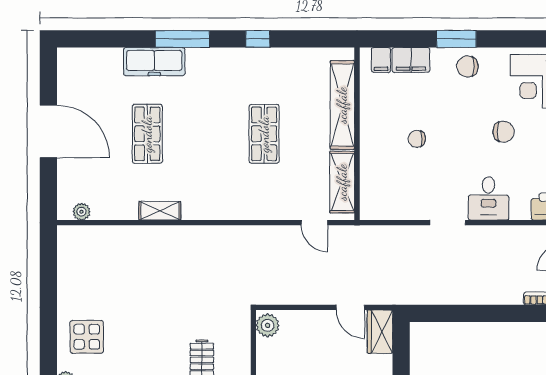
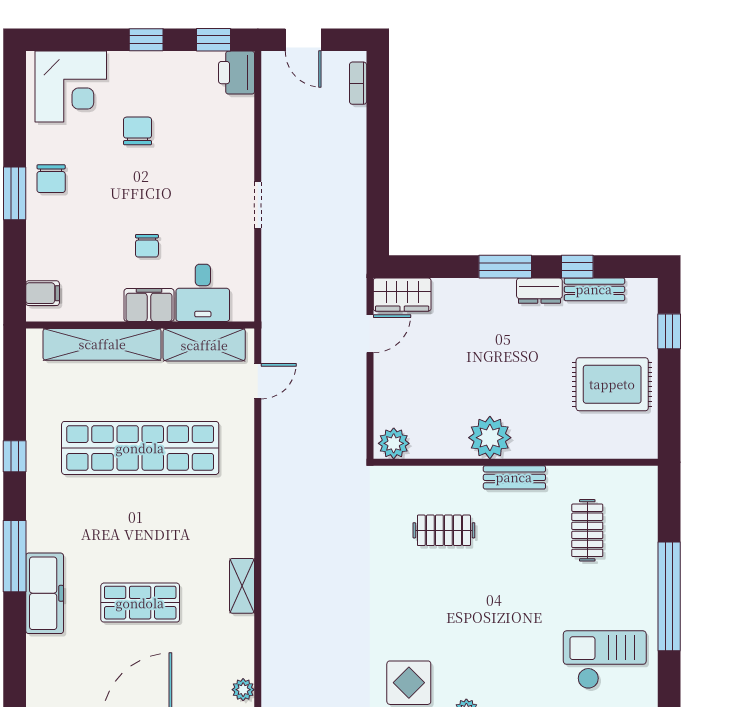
filing cabinet: (411, 60) -> (149, 305), moved, turned -90
shop shelf: (264, 134) -> (140, 448), width x2.00, depth x1.36
desk: (488, 198) -> (203, 293), moved, turned 90

